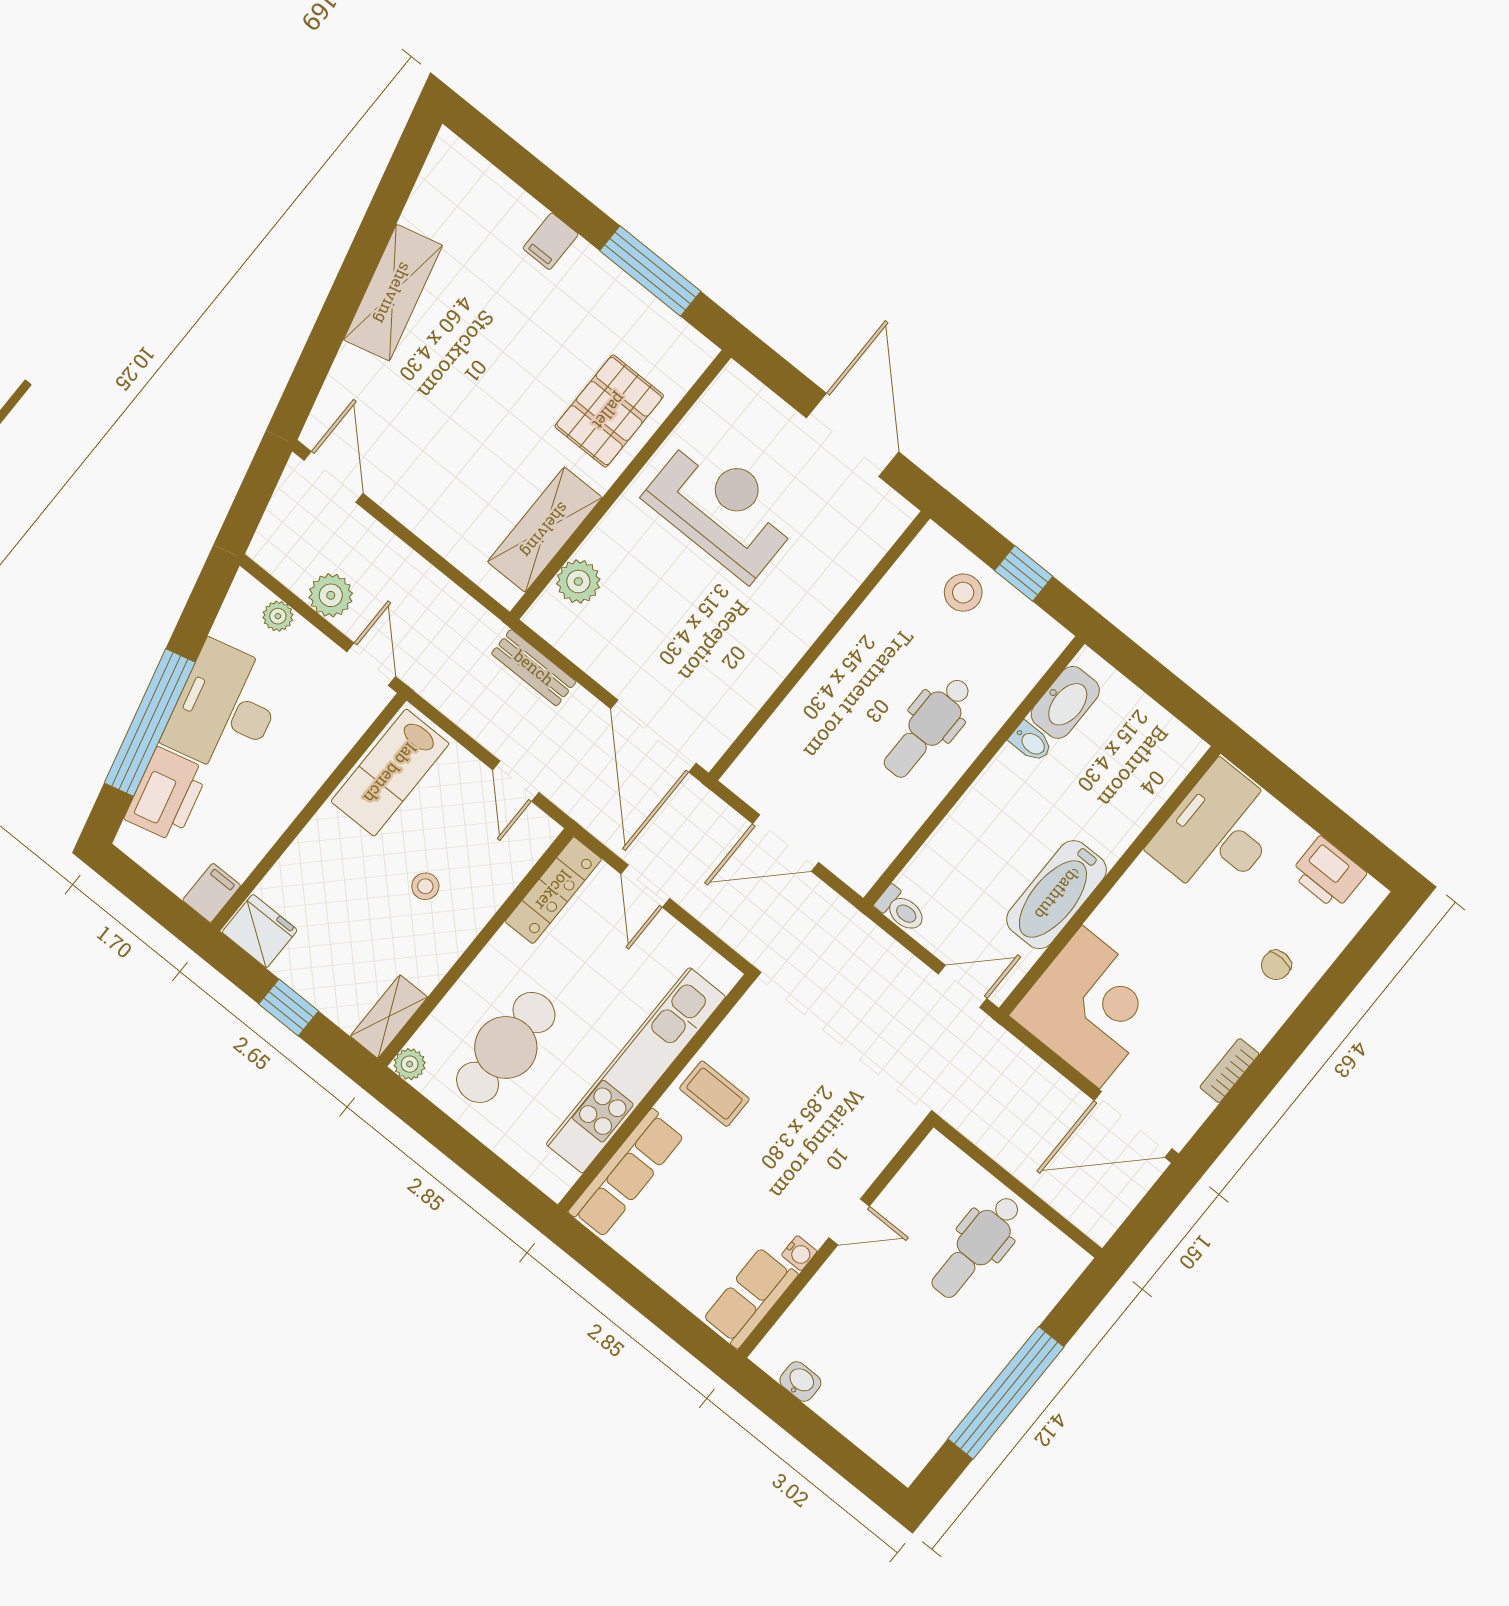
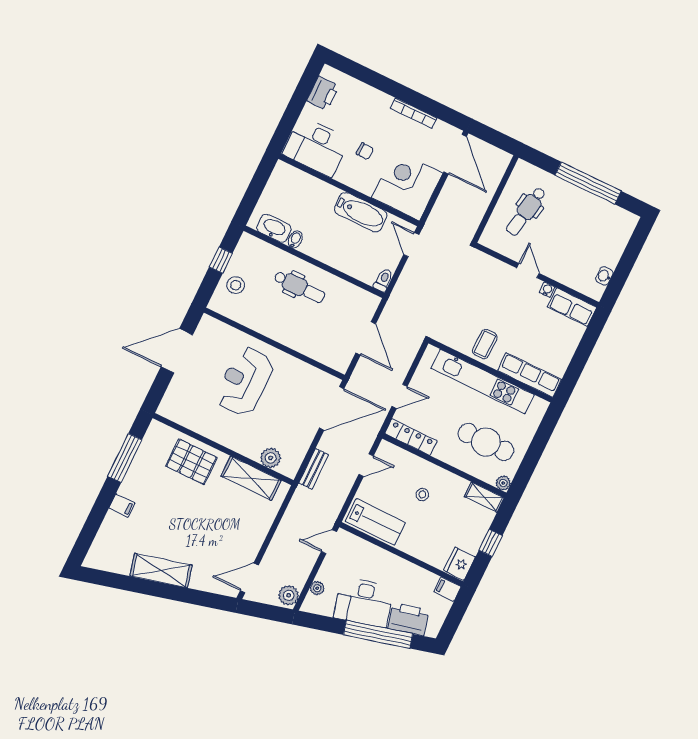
reception desk: (722, 508) -> (245, 381), moved
plant: (331, 595) -> (289, 595), moved
chair: (1276, 965) -> (365, 151), moved
bookcase: (1229, 1071) -> (414, 113), width x1.56
dental chair: (976, 1247) -> (526, 211), turned 100

